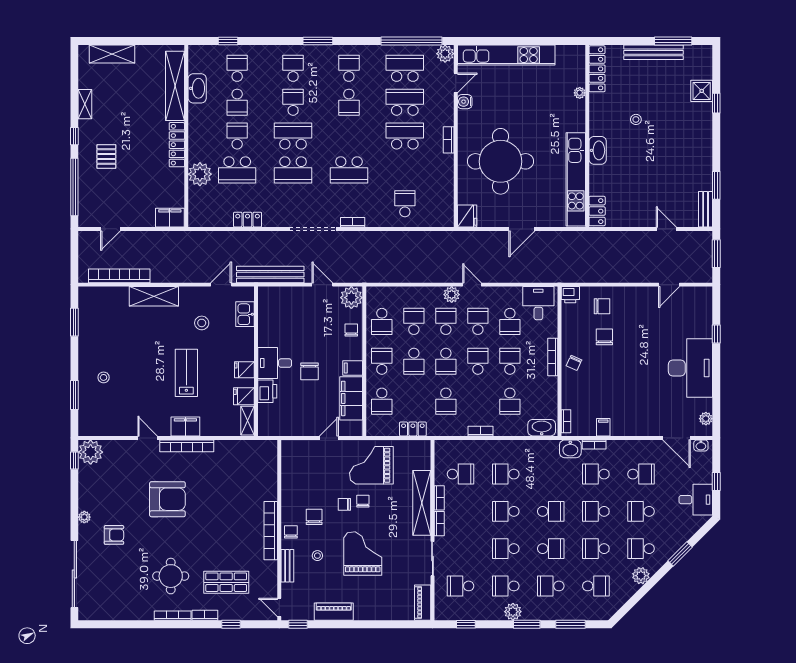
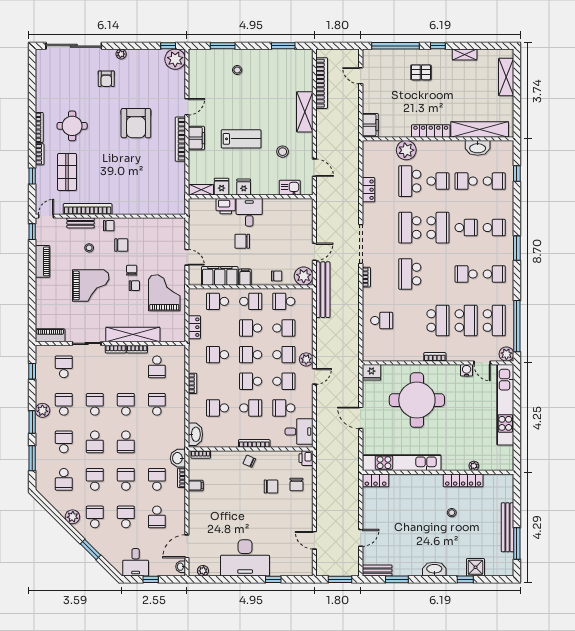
locker: (597, 69) -> (463, 480), moved
washbasin: (598, 150) -> (434, 569), moved, turned 180
bench: (270, 274) -> (323, 290), moved
school desk: (478, 361) -> (251, 381), turned 180
bookcase: (271, 531) -> (88, 209), moved

